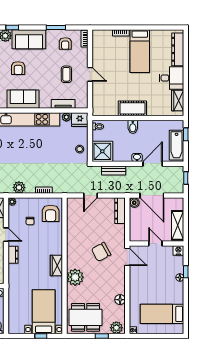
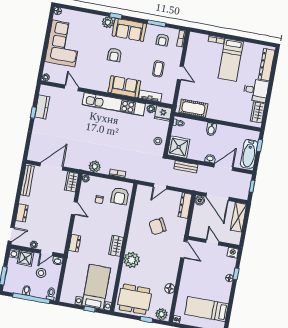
sofa: (23, 99) -> (124, 87), moved
cot: (132, 108) -> (193, 108), moved
shelving: (178, 225) -> (239, 217), moved
chair: (101, 252) -> (157, 226), moved
dresser: (13, 255) -> (75, 243), moved

